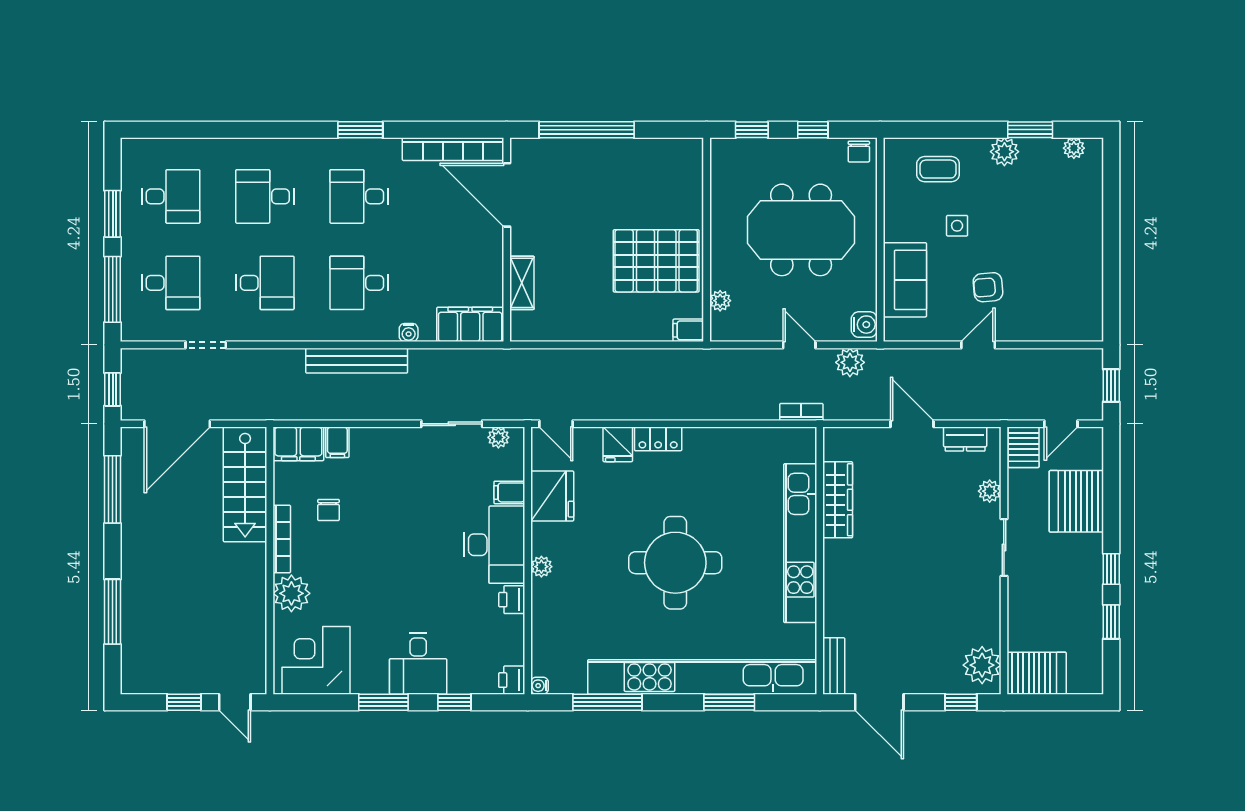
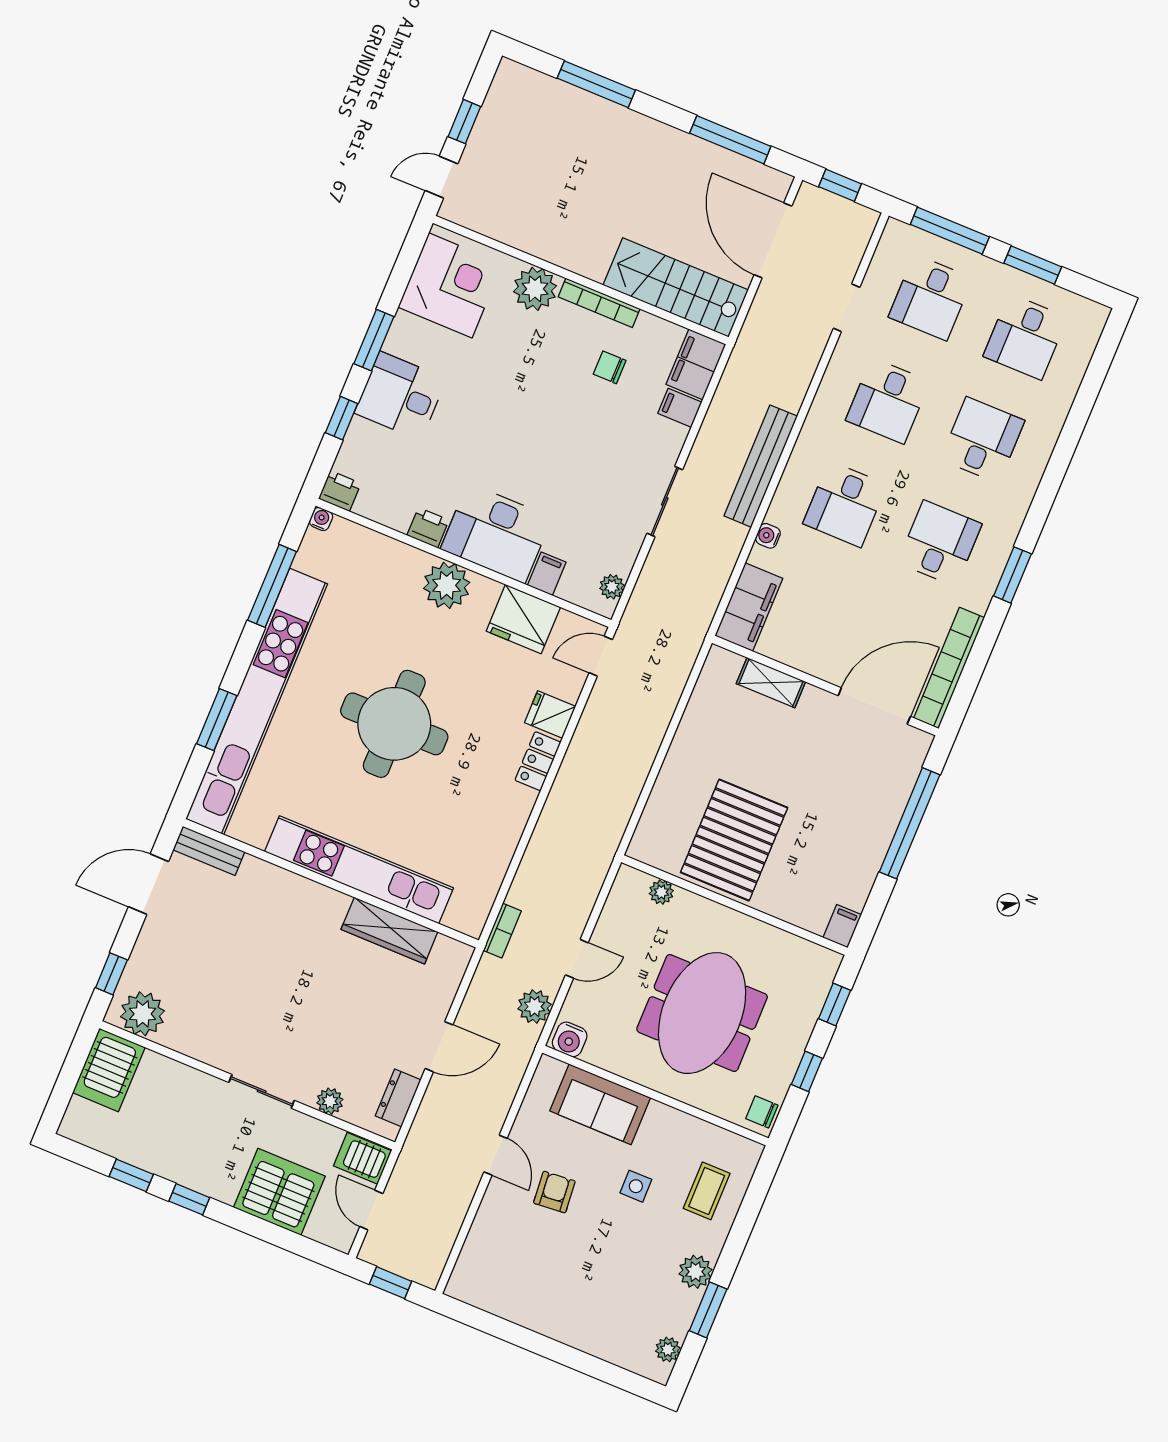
desk: (359, 283) -> (845, 504), turned 180
filing cabinet: (688, 330) -> (842, 926), moved
sliding door: (452, 424) -> (665, 502), moved
plant: (541, 567) -> (447, 585), width x1.87, depth x1.87

